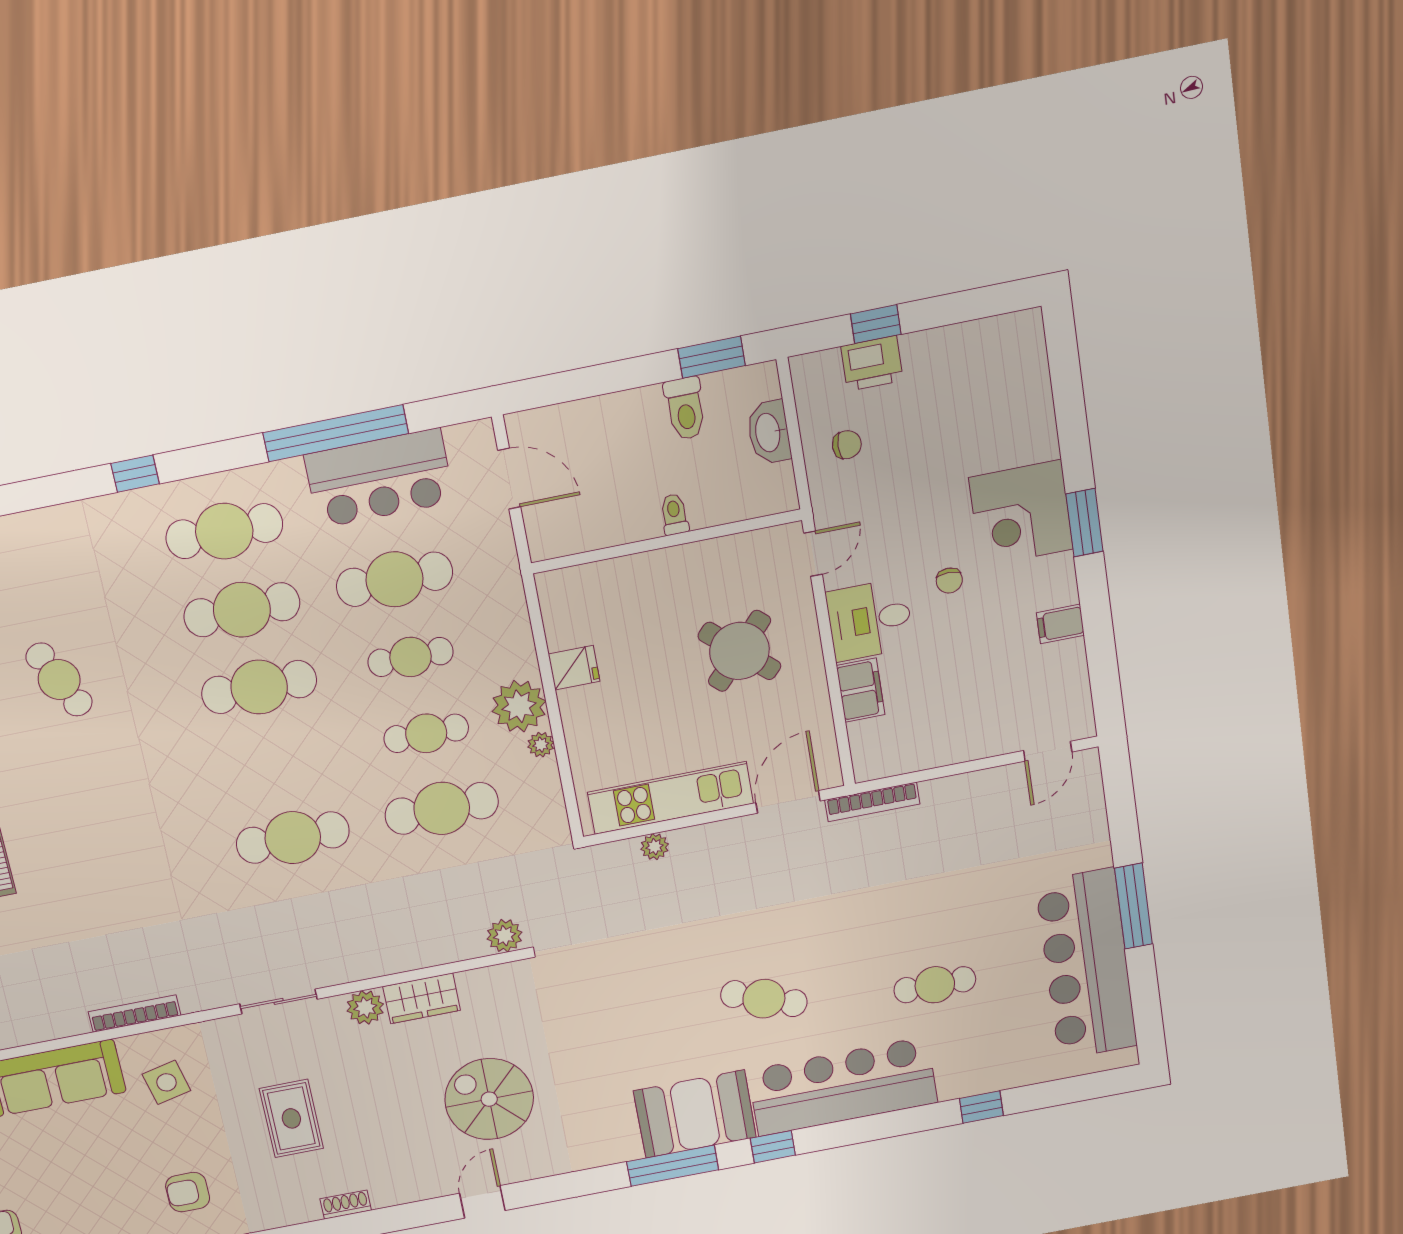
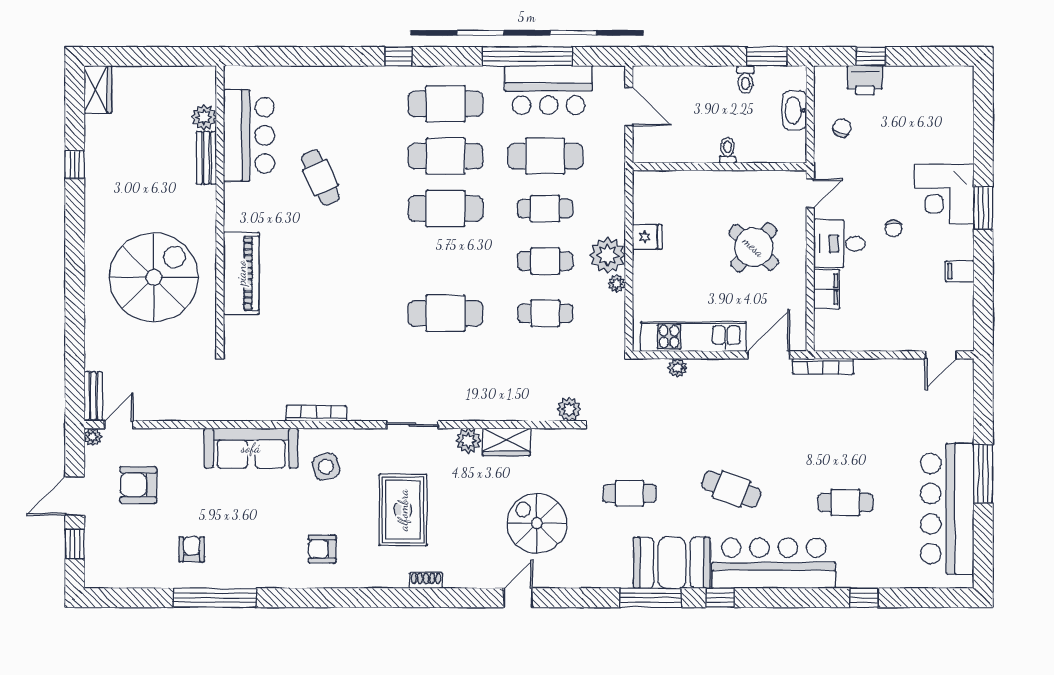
toilet: (685, 408) -> (746, 80), width x0.73, depth x0.72
chair: (847, 445) -> (842, 128), turned -68
cafe table: (442, 808) -> (545, 313), width x0.73, depth x0.74
cafe table: (616, 1033) -> (630, 493), added
rug: (291, 1118) -> (403, 510), width x1.36, depth x1.43

